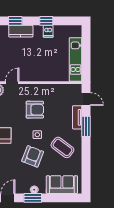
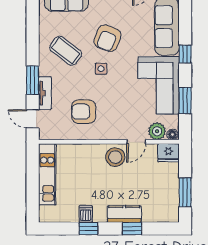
stool: (27, 72) -> (115, 157), added
armchair: (35, 110) -> (84, 112), moved

